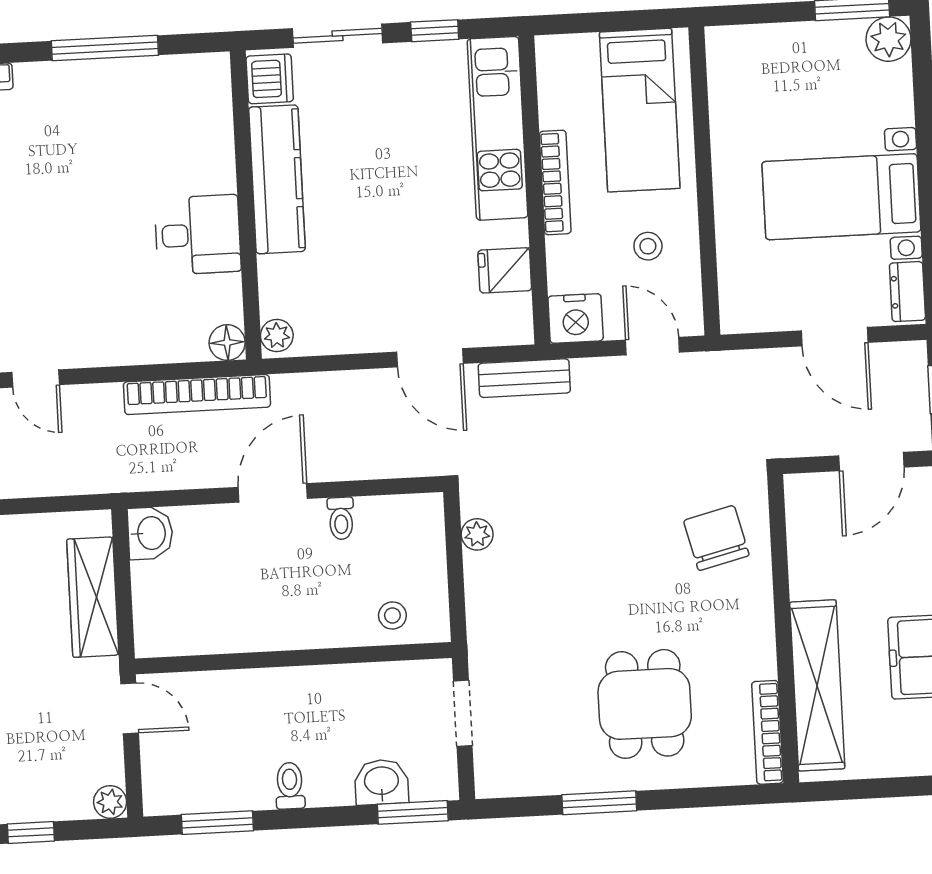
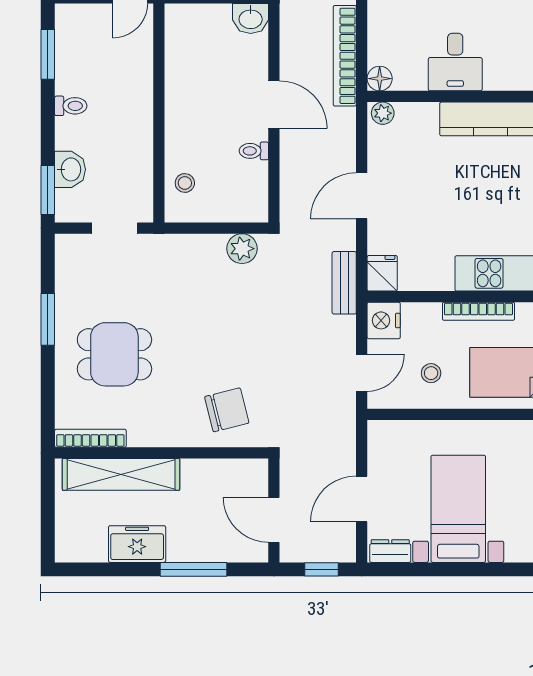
fridge: (505, 270) -> (382, 273), moved
door: (430, 358) -> (362, 196), moved
plant: (477, 534) -> (242, 249), width x1.38, depth x1.38

